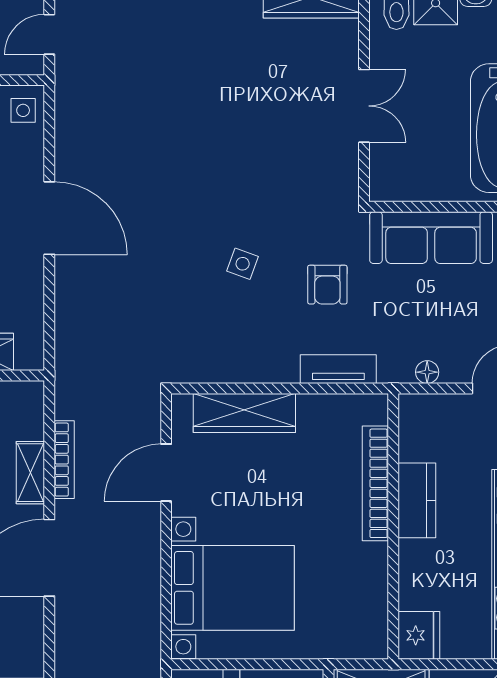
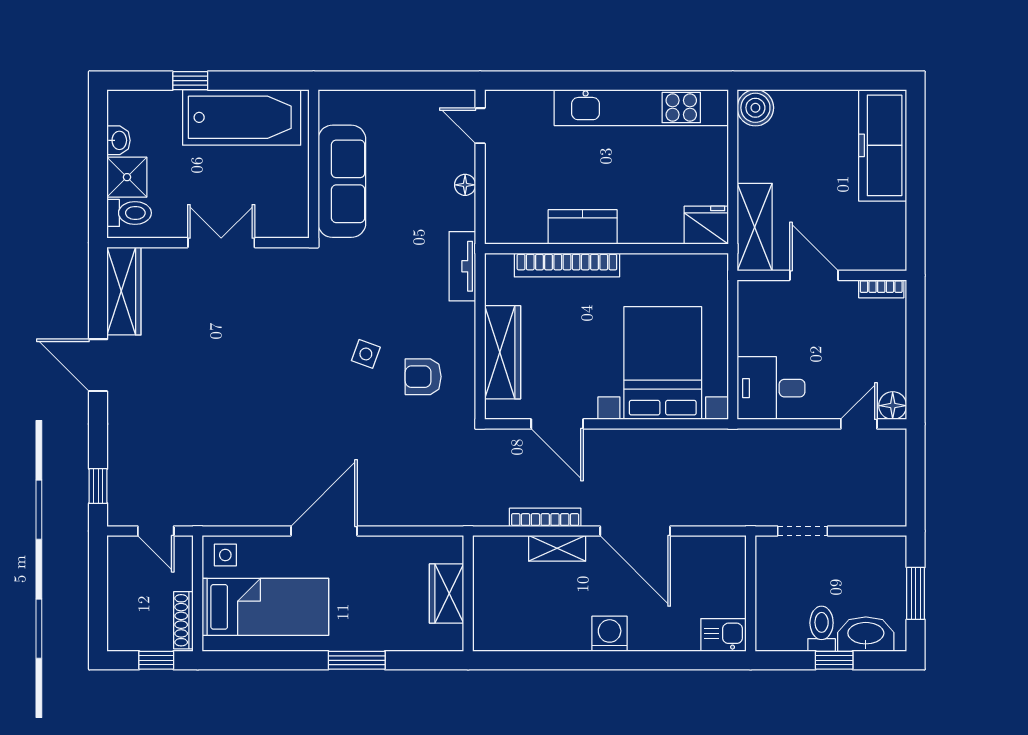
armchair: (327, 285) -> (423, 377), moved, turned 180
bookcase: (375, 483) -> (567, 265), moved
kitchen counter: (417, 500) -> (583, 227), moved
wall: (393, 526) -> (606, 249), moved
fridge: (419, 635) -> (706, 225), moved

